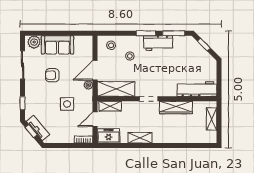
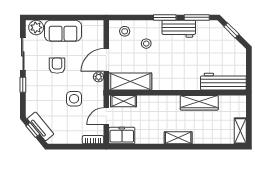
armchair: (52, 75) -> (57, 66), turned 90
doorway: (149, 99) -> (168, 93), removed
window: (23, 103) -> (23, 85), moved
shelving: (212, 119) -> (240, 131), moved
shelving: (140, 138) -> (178, 138), moved

